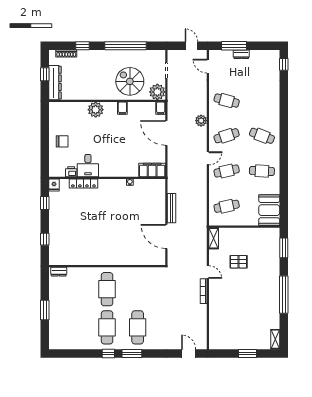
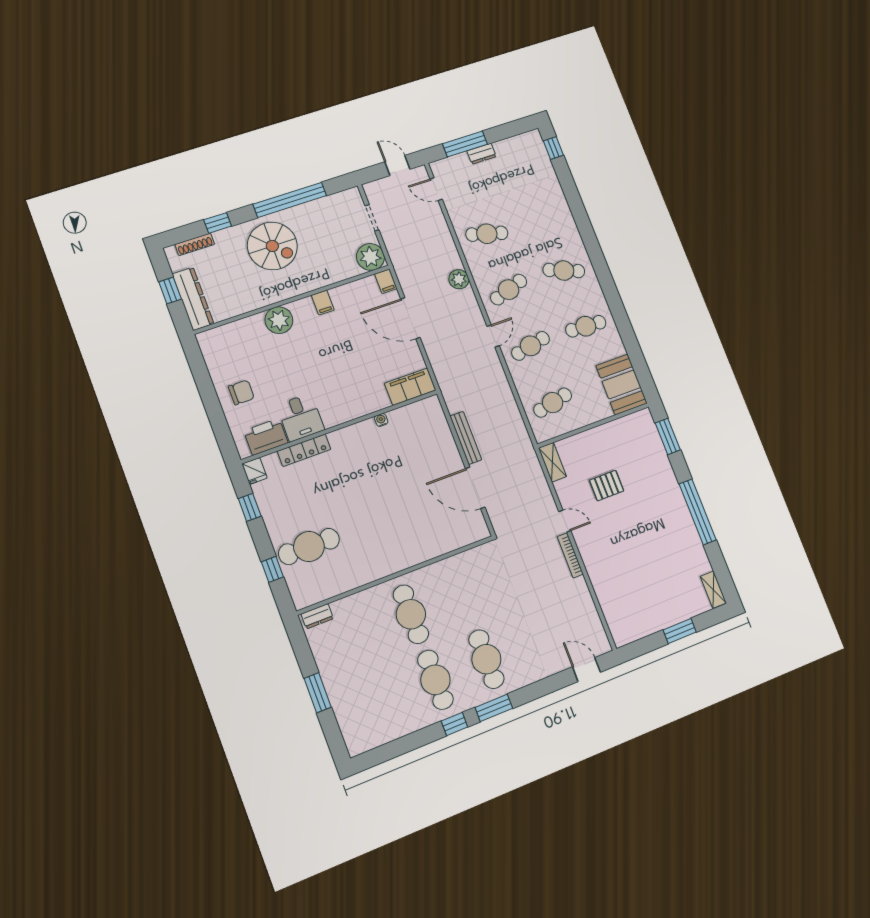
spiral stairs: (130, 81) -> (272, 246), moved, turned 180
printer: (71, 172) -> (266, 437), width x1.87, depth x1.48
cafe table: (68, 234) -> (309, 546), added

